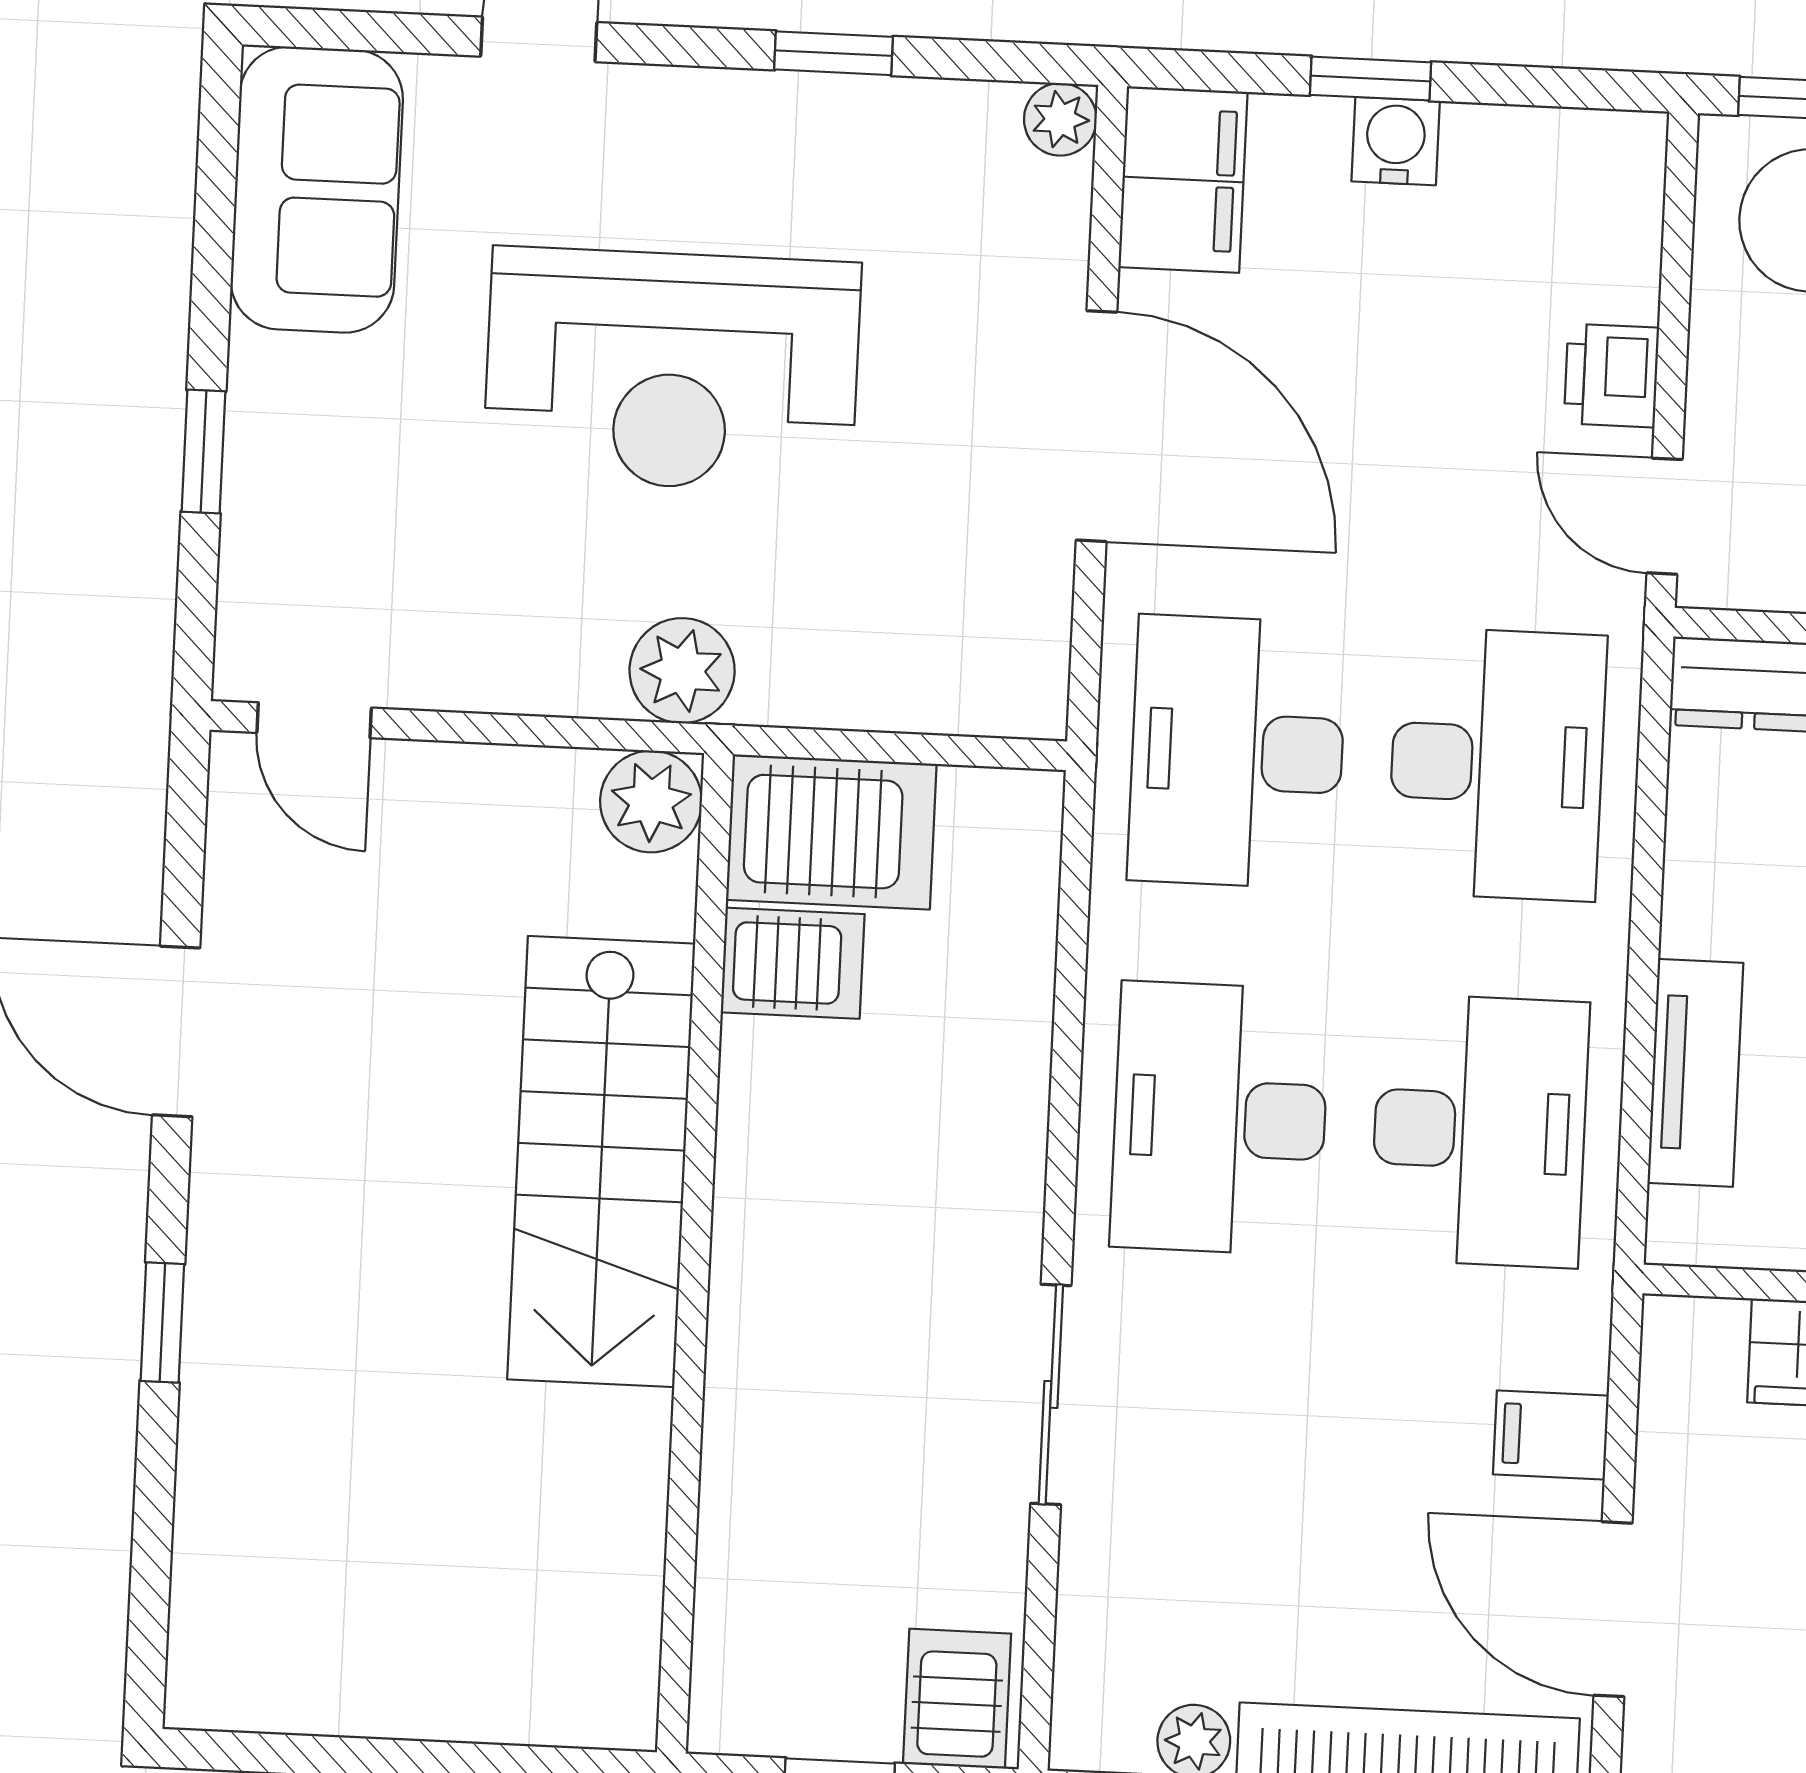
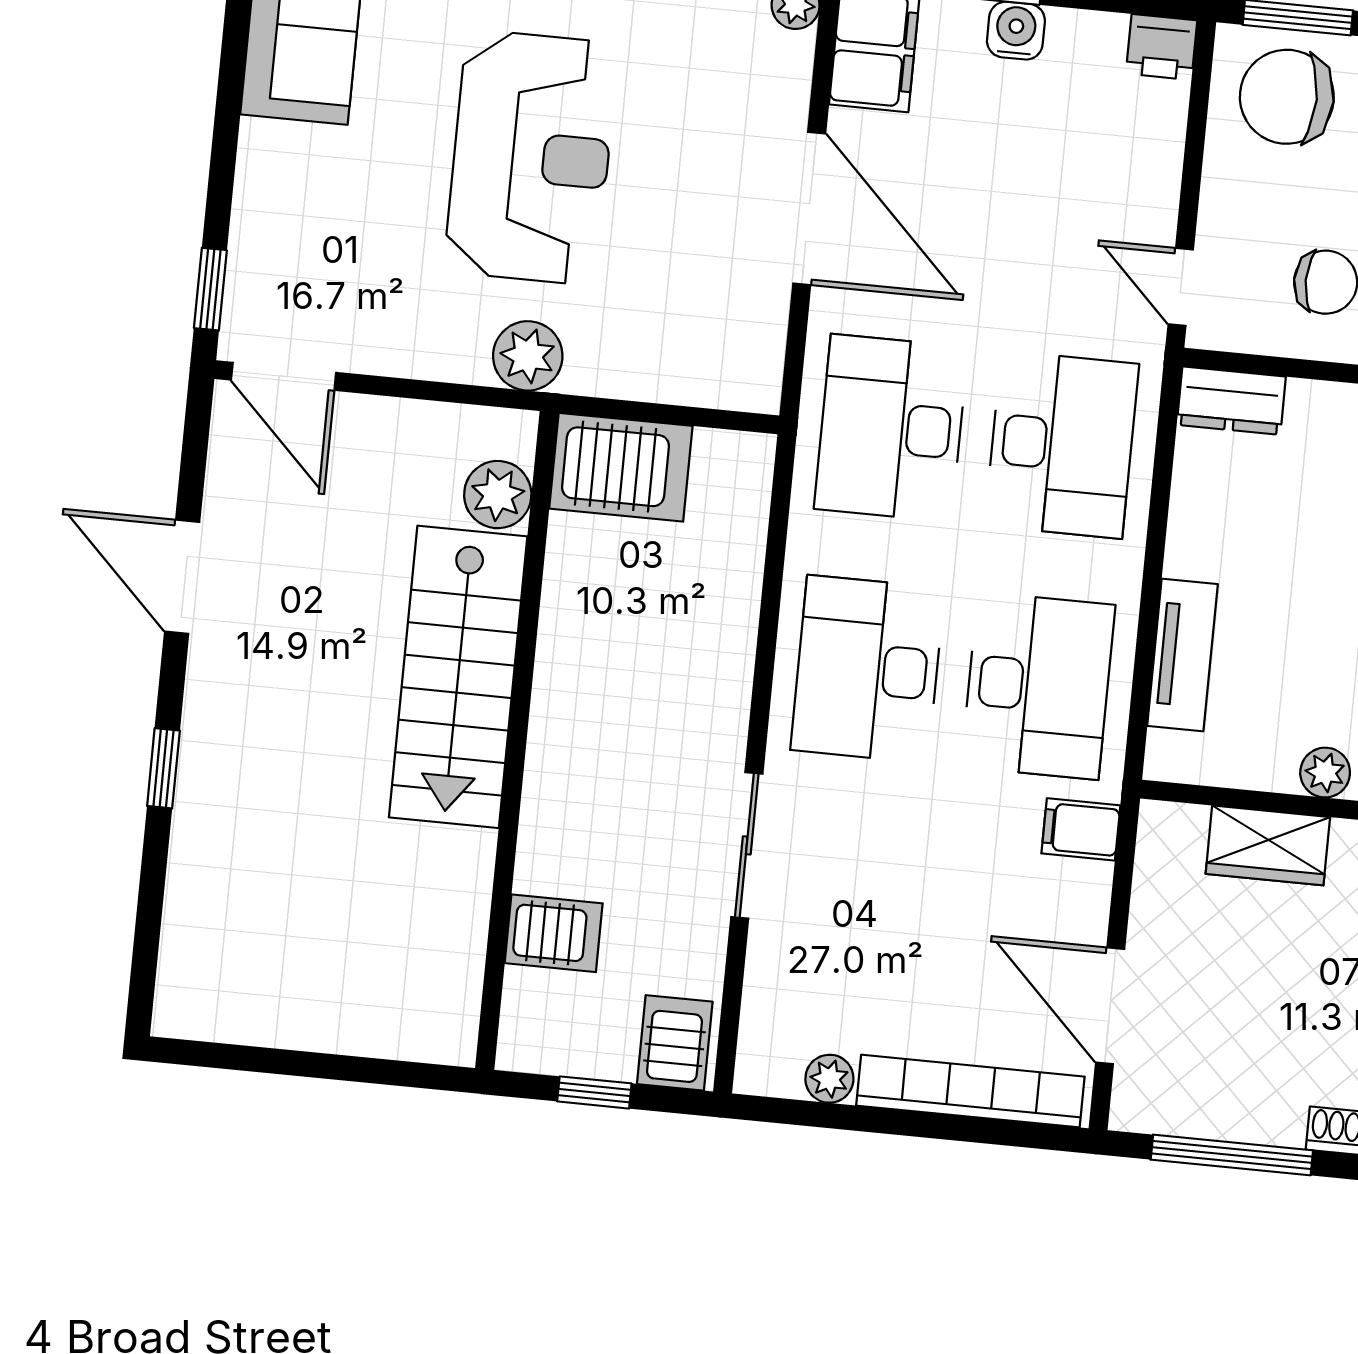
reception desk: (672, 370) -> (531, 157), turned -90
printer: (1611, 376) -> (1162, 47), moved, turned -90
window: (203, 452) -> (210, 289), moved
door: (314, 720) -> (284, 376), width x1.38
plant: (651, 801) -> (498, 495), moved
server rack: (793, 963) -> (554, 933), moved
filing cabinet: (1551, 1435) -> (1081, 829), moved

